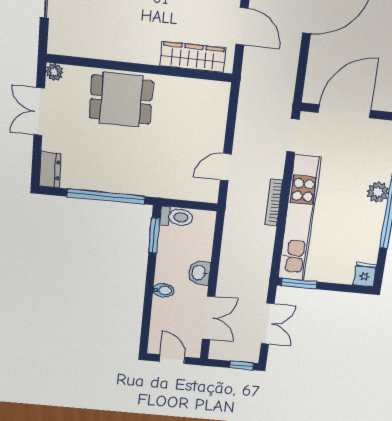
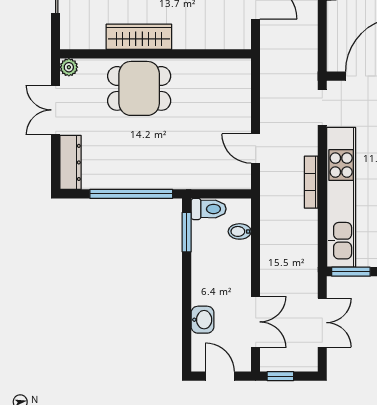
wardrobe: (193, 57) -> (139, 37), moved
door: (226, 167) -> (256, 149), hinge flipped
dresser: (50, 170) -> (71, 162), width x1.44
washbasin: (199, 273) -> (203, 320), moved, turned 180
bidet: (164, 290) -> (240, 231), moved, turned 180
window: (242, 365) -> (280, 376), moved

